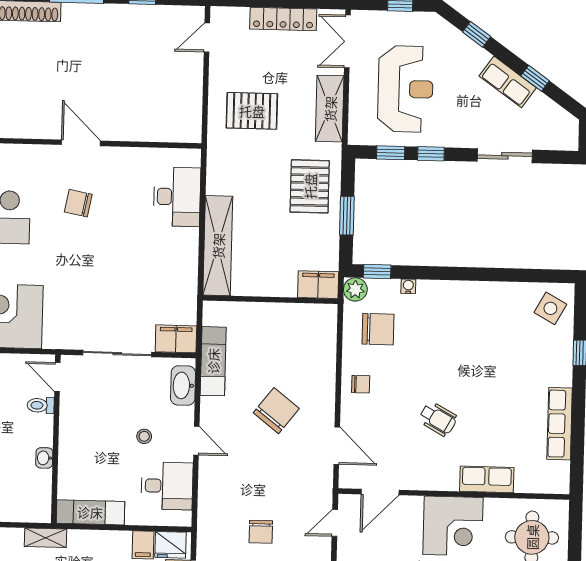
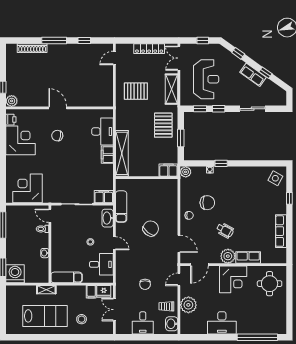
filing cabinet: (186, 247) -> (107, 155), added
window: (377, 272) -> (221, 163), moved
chair: (378, 329) -> (207, 203), moved
plant: (442, 475) -> (228, 256), added

